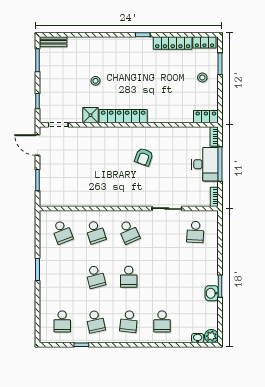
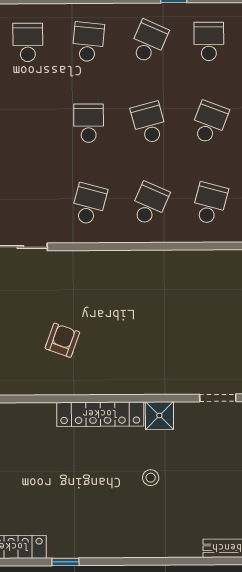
school desk: (62, 232) -> (210, 204), turned 36
school desk: (95, 232) -> (149, 204), turned 42
school desk: (129, 232) -> (89, 204), turned 39
school desk: (62, 277) -> (209, 122), added
school desk: (95, 321) -> (149, 42), turned 36

